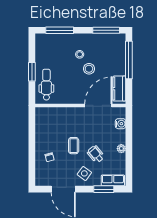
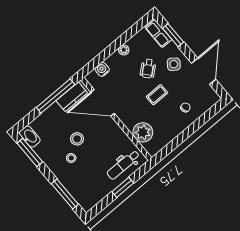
washbasin: (117, 39) -> (30, 137), added
window: (129, 60) -> (56, 96), moved
plant: (57, 115) -> (143, 132), added

